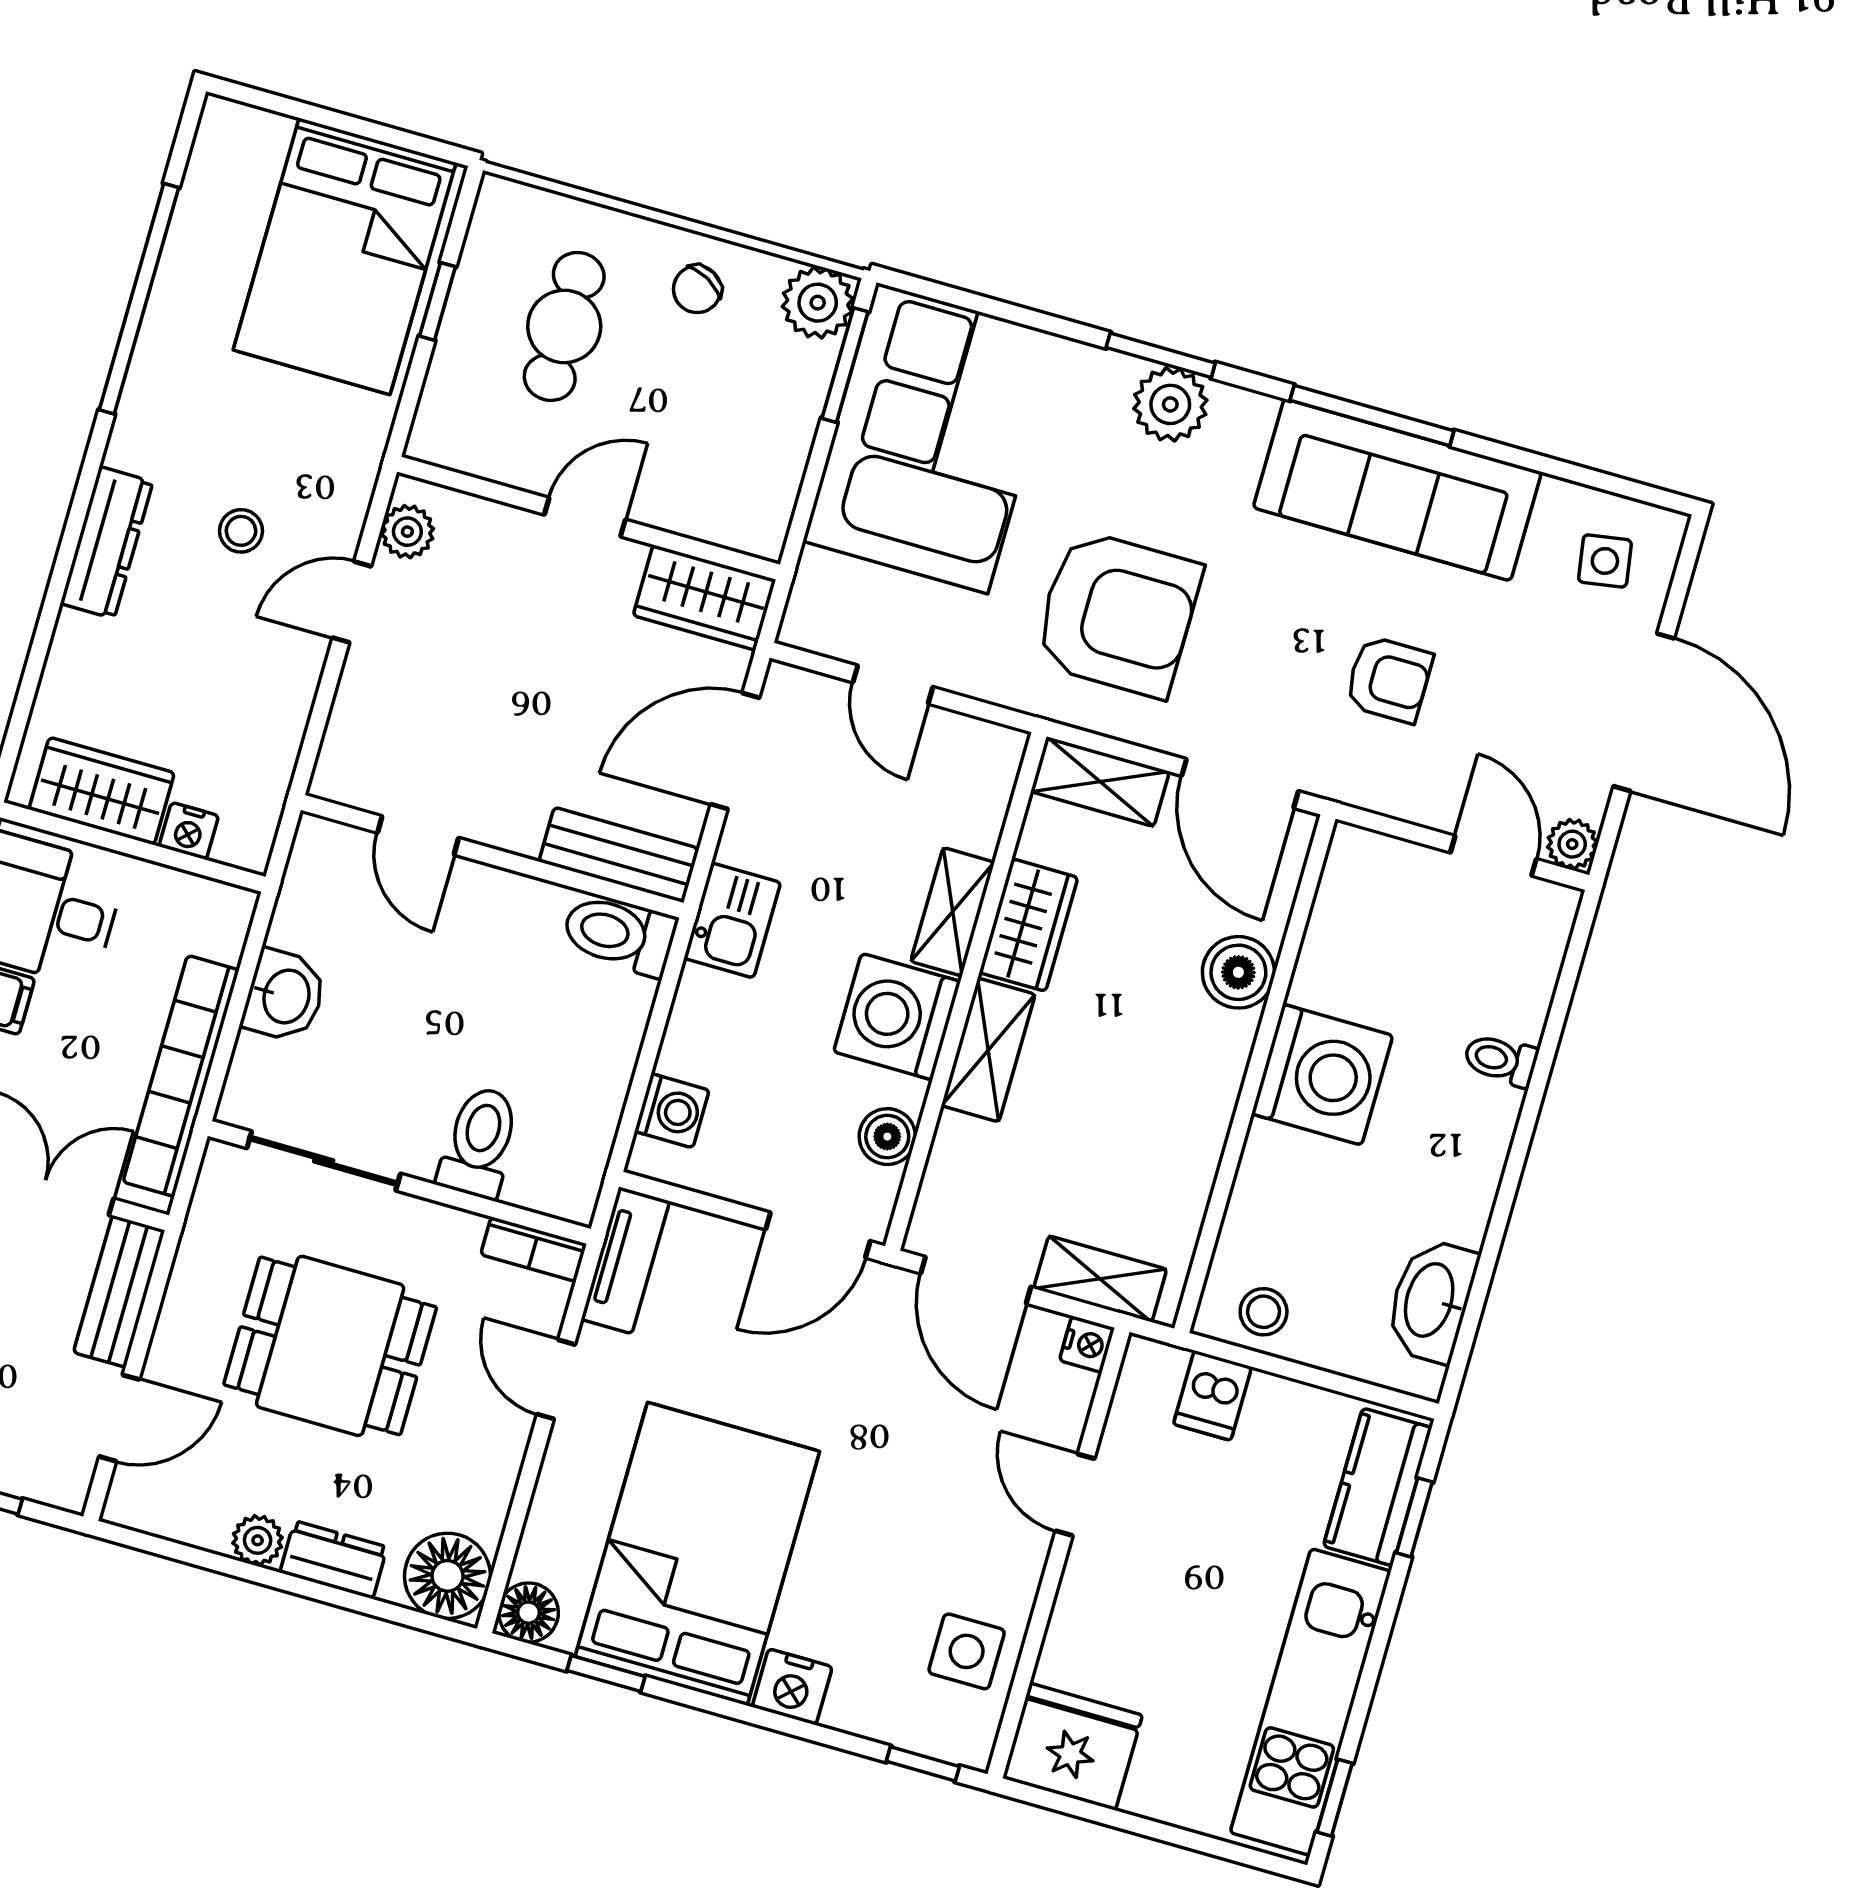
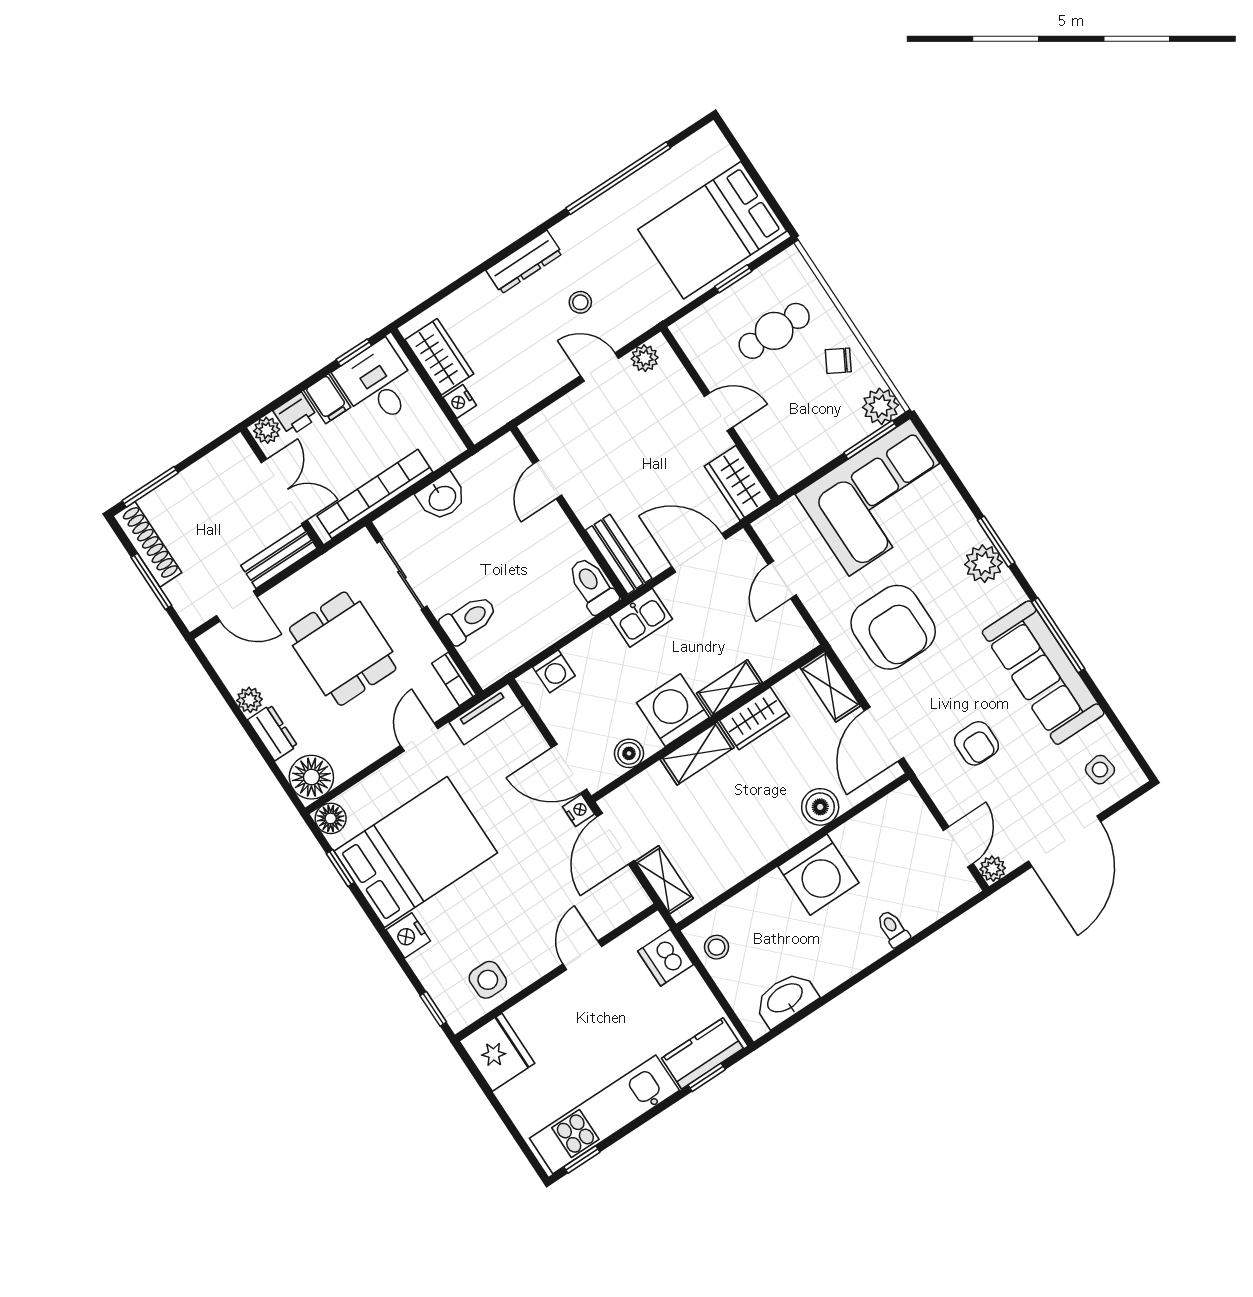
nightstand: (1087, 1344) -> (578, 810), moved, turned -90
dishwasher: (1213, 1396) -> (666, 958), width x1.38

